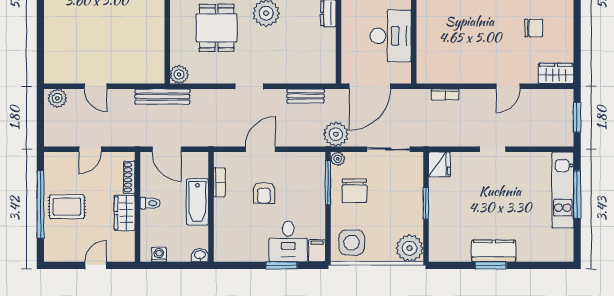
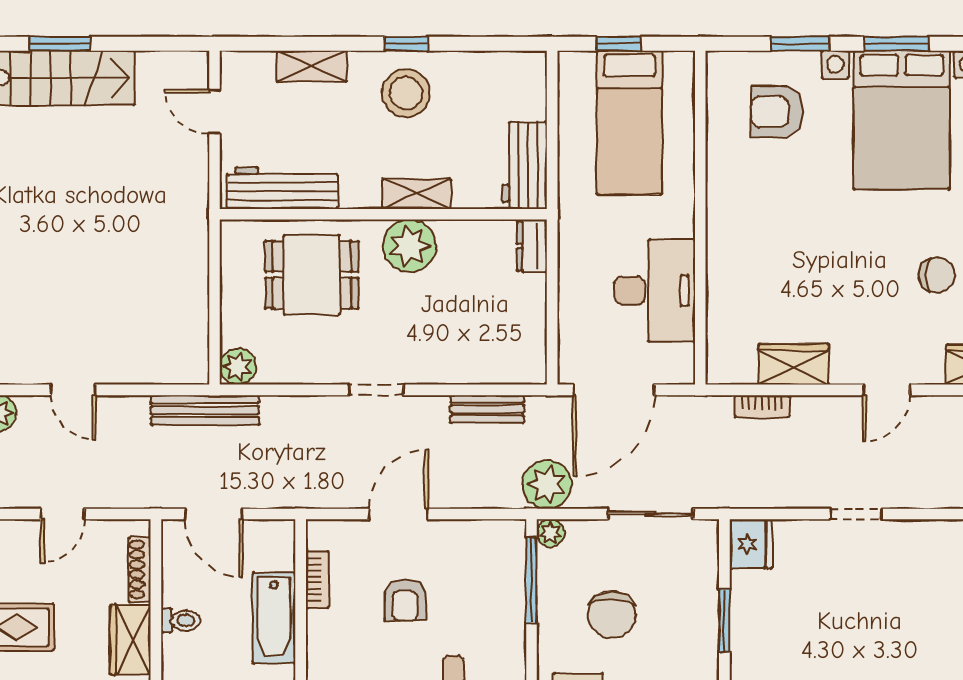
dining table: (217, 28) -> (312, 275), turned 90
wardrobe: (461, 73) -> (794, 364), added
chair: (354, 191) -> (612, 614), moved

